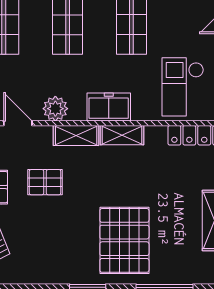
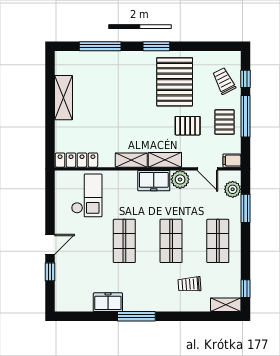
freezer: (109, 107) -> (154, 181), moved
pallet: (124, 240) -> (175, 82), moved

